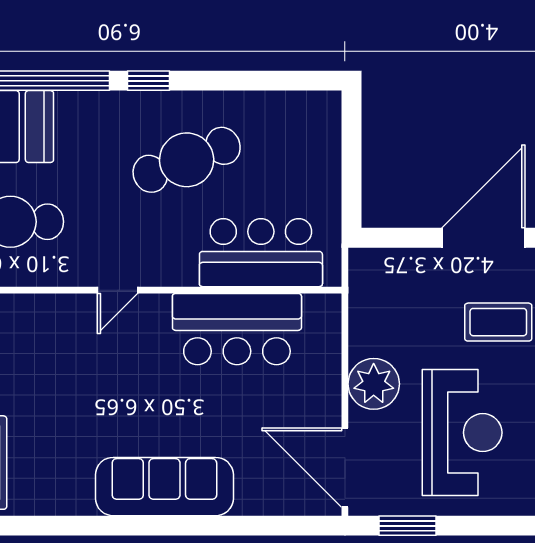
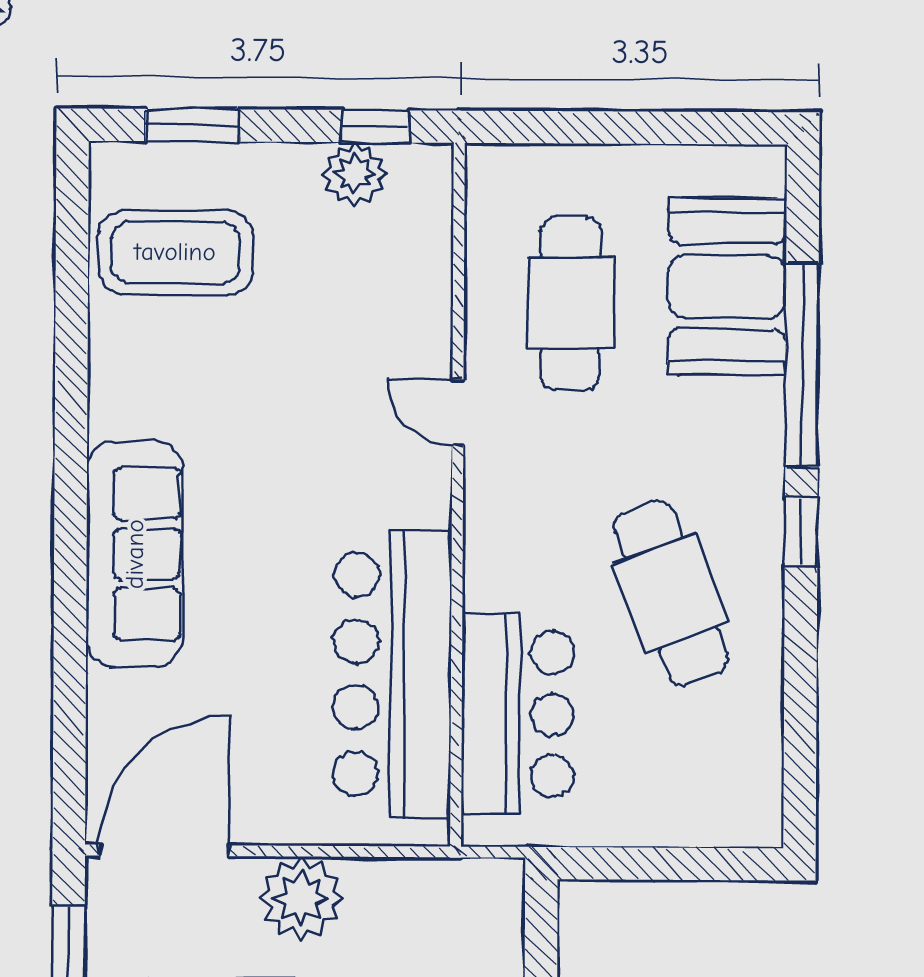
door: (118, 290) -> (458, 412), moved
bar counter: (237, 329) -> (392, 674), width x1.36

